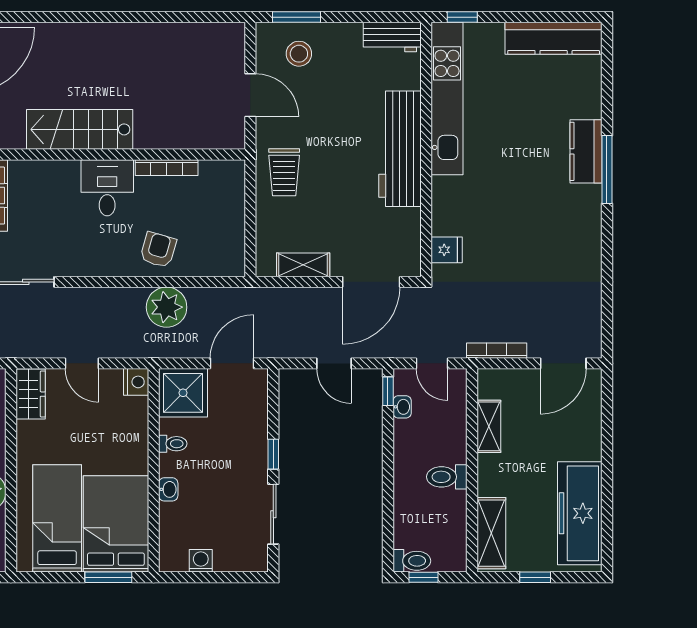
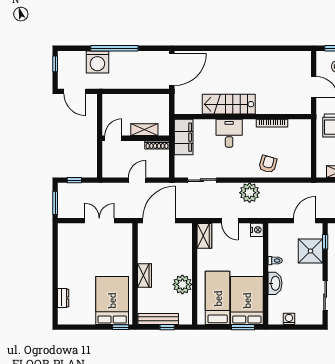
desk: (107, 188) -> (229, 133), moved
plant: (167, 307) -> (250, 193), moved
shower: (183, 393) -> (310, 251), moved
window: (273, 454) -> (325, 242), moved
washbasin: (168, 489) -> (275, 283), width x1.91, depth x1.45

